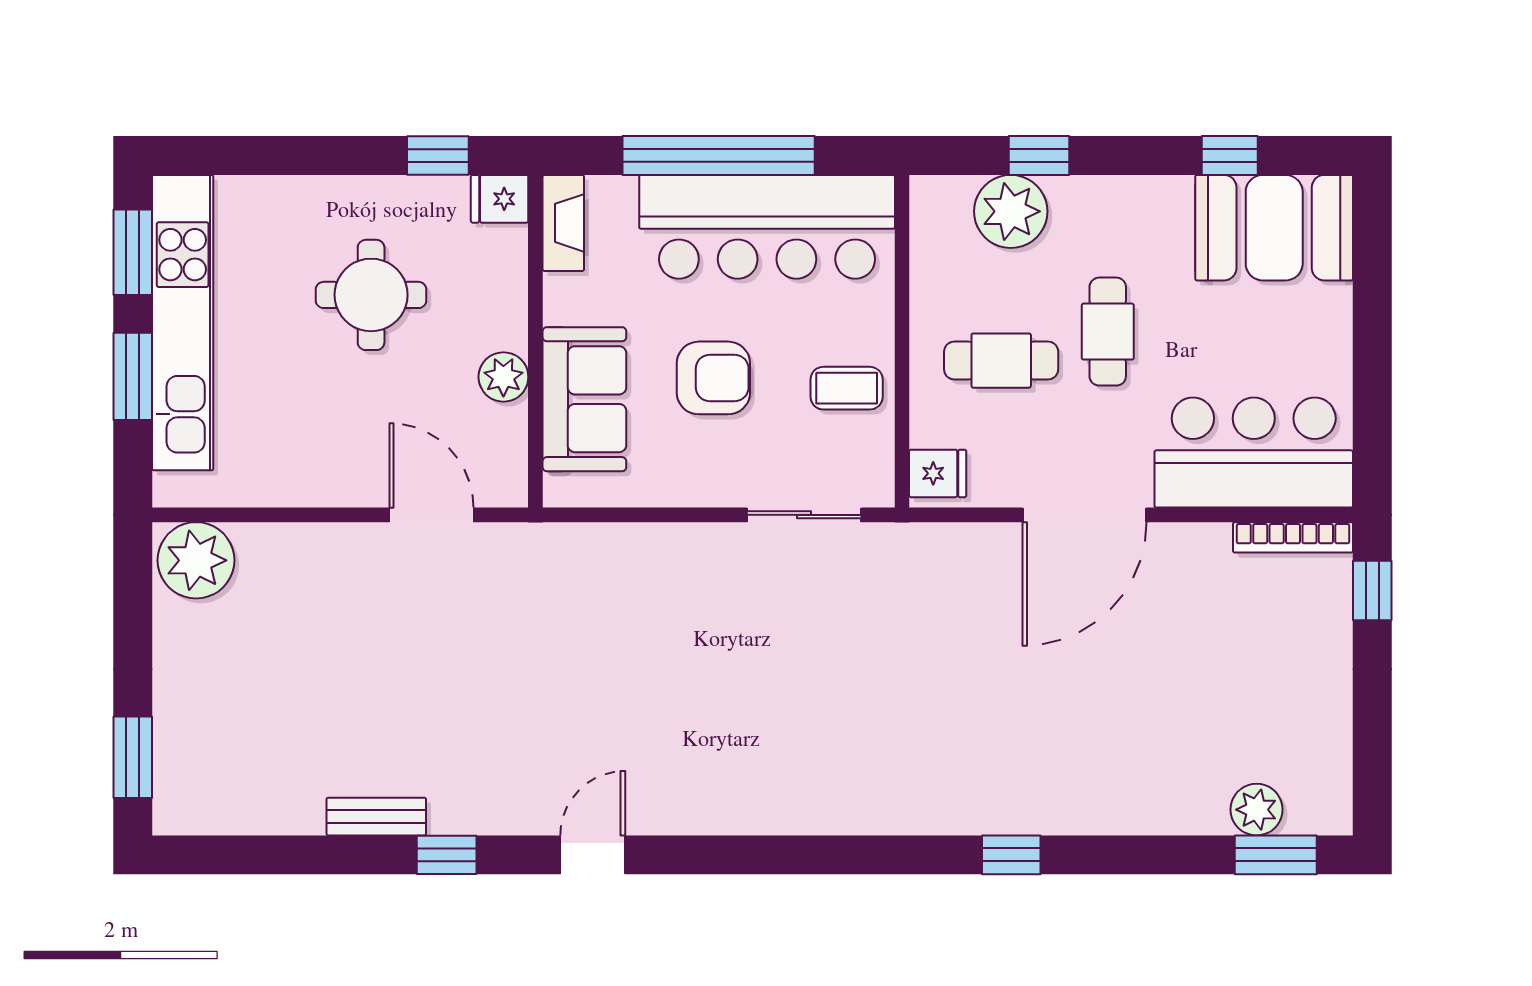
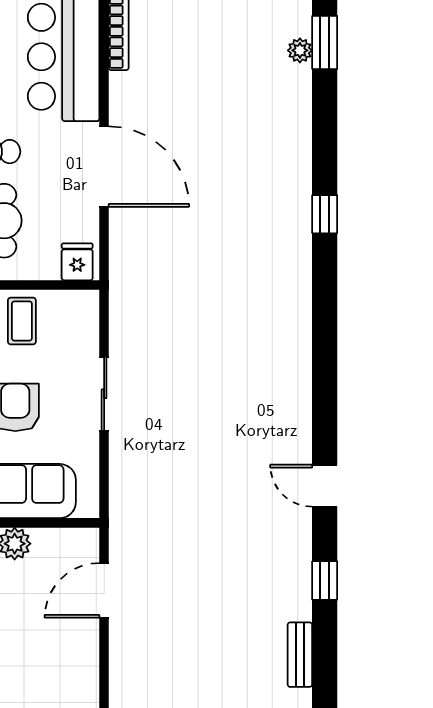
sliding door: (804, 515) -> (104, 394), moved
plant: (1257, 810) -> (300, 50), width x0.73, depth x0.73
bench: (376, 817) -> (300, 655), moved

